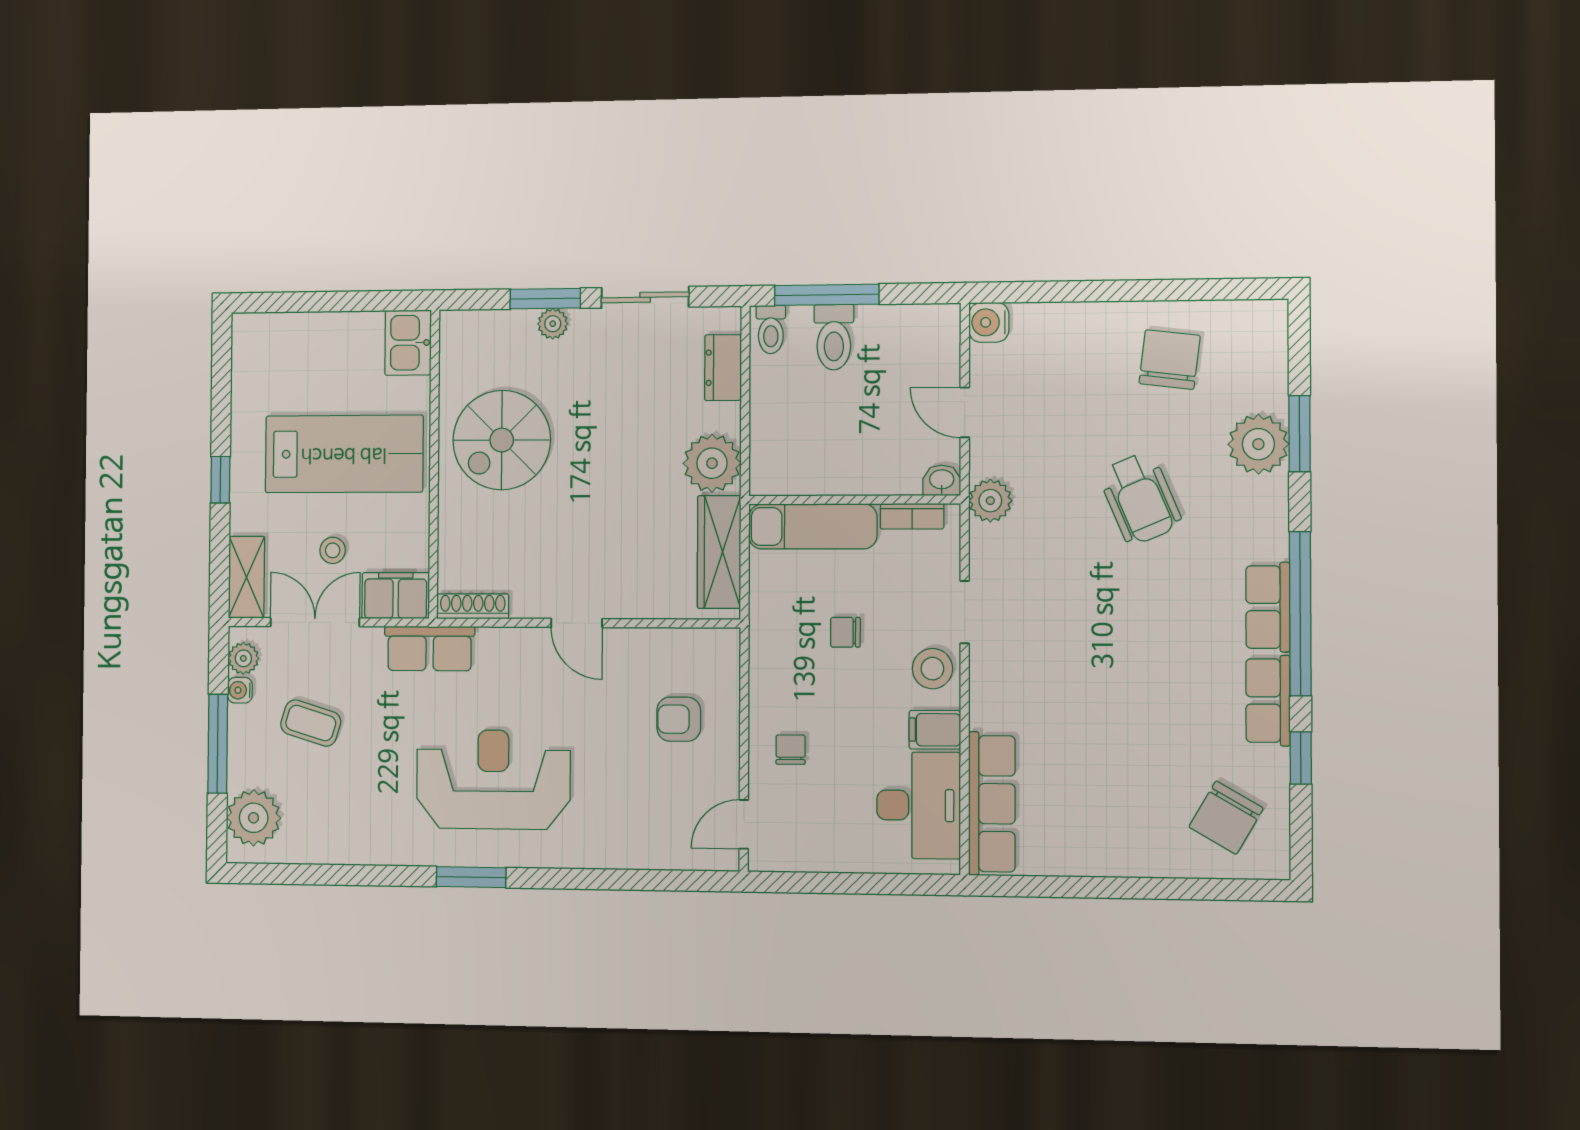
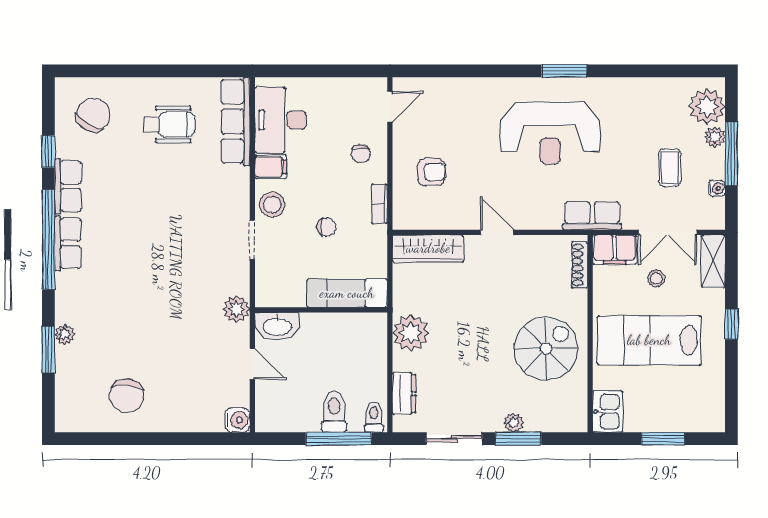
window: (325, 302) -> (663, 439), added
plant: (1258, 444) -> (64, 335), width x0.53, depth x0.53
washbasin: (942, 480) -> (277, 326), width x1.91, depth x1.45
wheelchair: (1140, 498) -> (169, 125), moved, turned 113
bookcase: (912, 516) -> (379, 204), moved, turned -90
wardrobe: (719, 552) -> (428, 248), moved, turned 90
shoe rack: (473, 606) -> (580, 265), moved, turned 90
plant: (243, 658) -> (715, 137), moved
coffee table: (311, 723) -> (670, 168), turned 73

